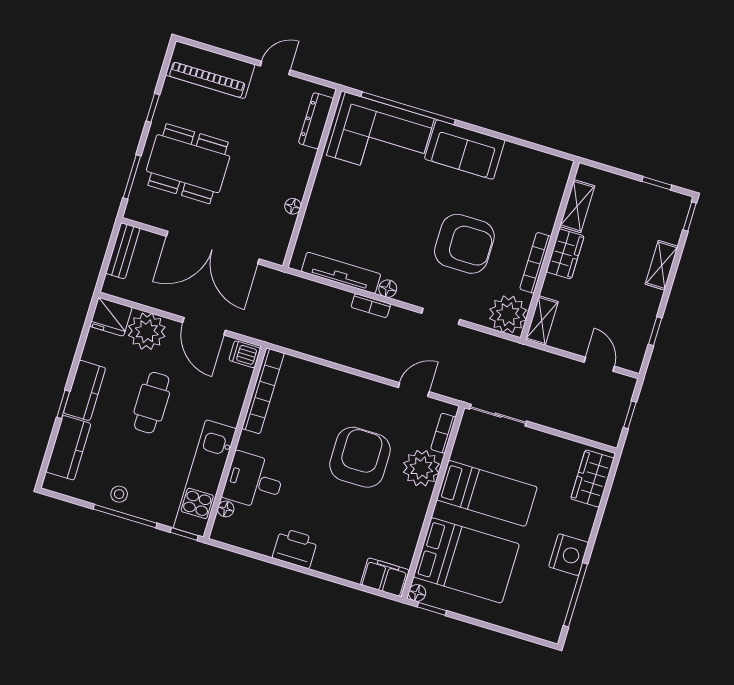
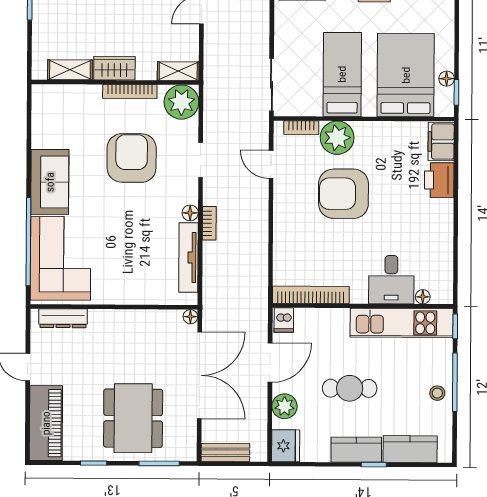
floor lamp: (293, 206) -> (190, 317), moved
plant: (147, 331) -> (284, 406), width x0.73, depth x0.73
printer: (295, 548) -> (439, 180), moved
floor lamp: (417, 593) -> (447, 79), moved

